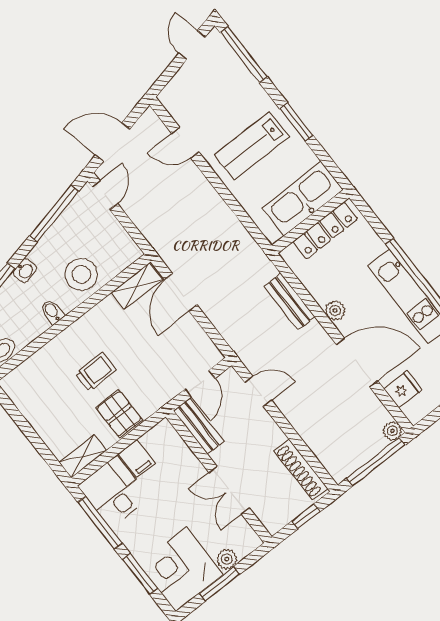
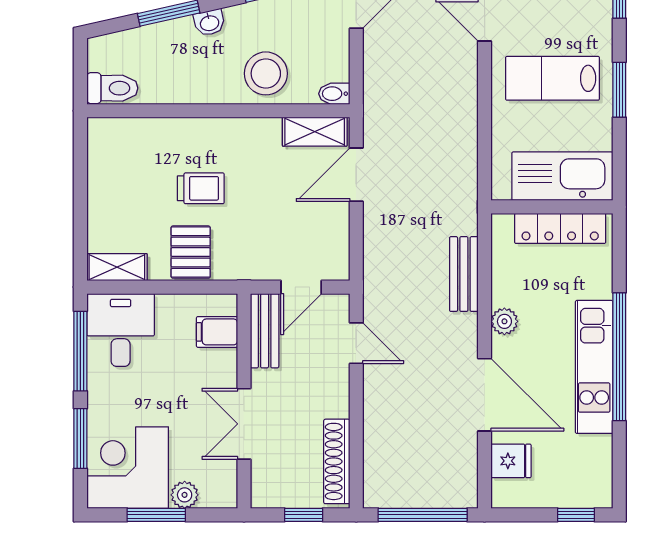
bidet: (52, 312) -> (334, 94), moved, turned -90
plant: (392, 431) -> (466, 496), removed
filing cabinet: (137, 459) -> (217, 332), moved, turned 90

